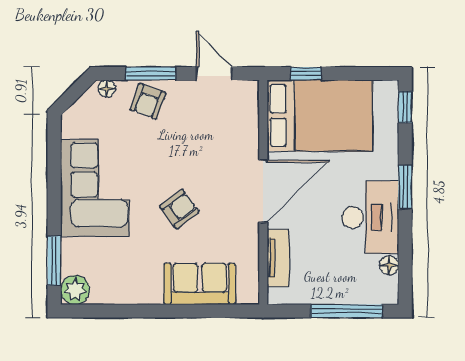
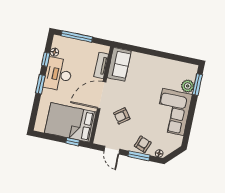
window: (405, 107) -> (46, 59), moved
armchair: (179, 209) -> (122, 116), moved
sofa: (200, 284) -> (119, 64), moved, turned -90
plant: (75, 290) -> (188, 86), moved

